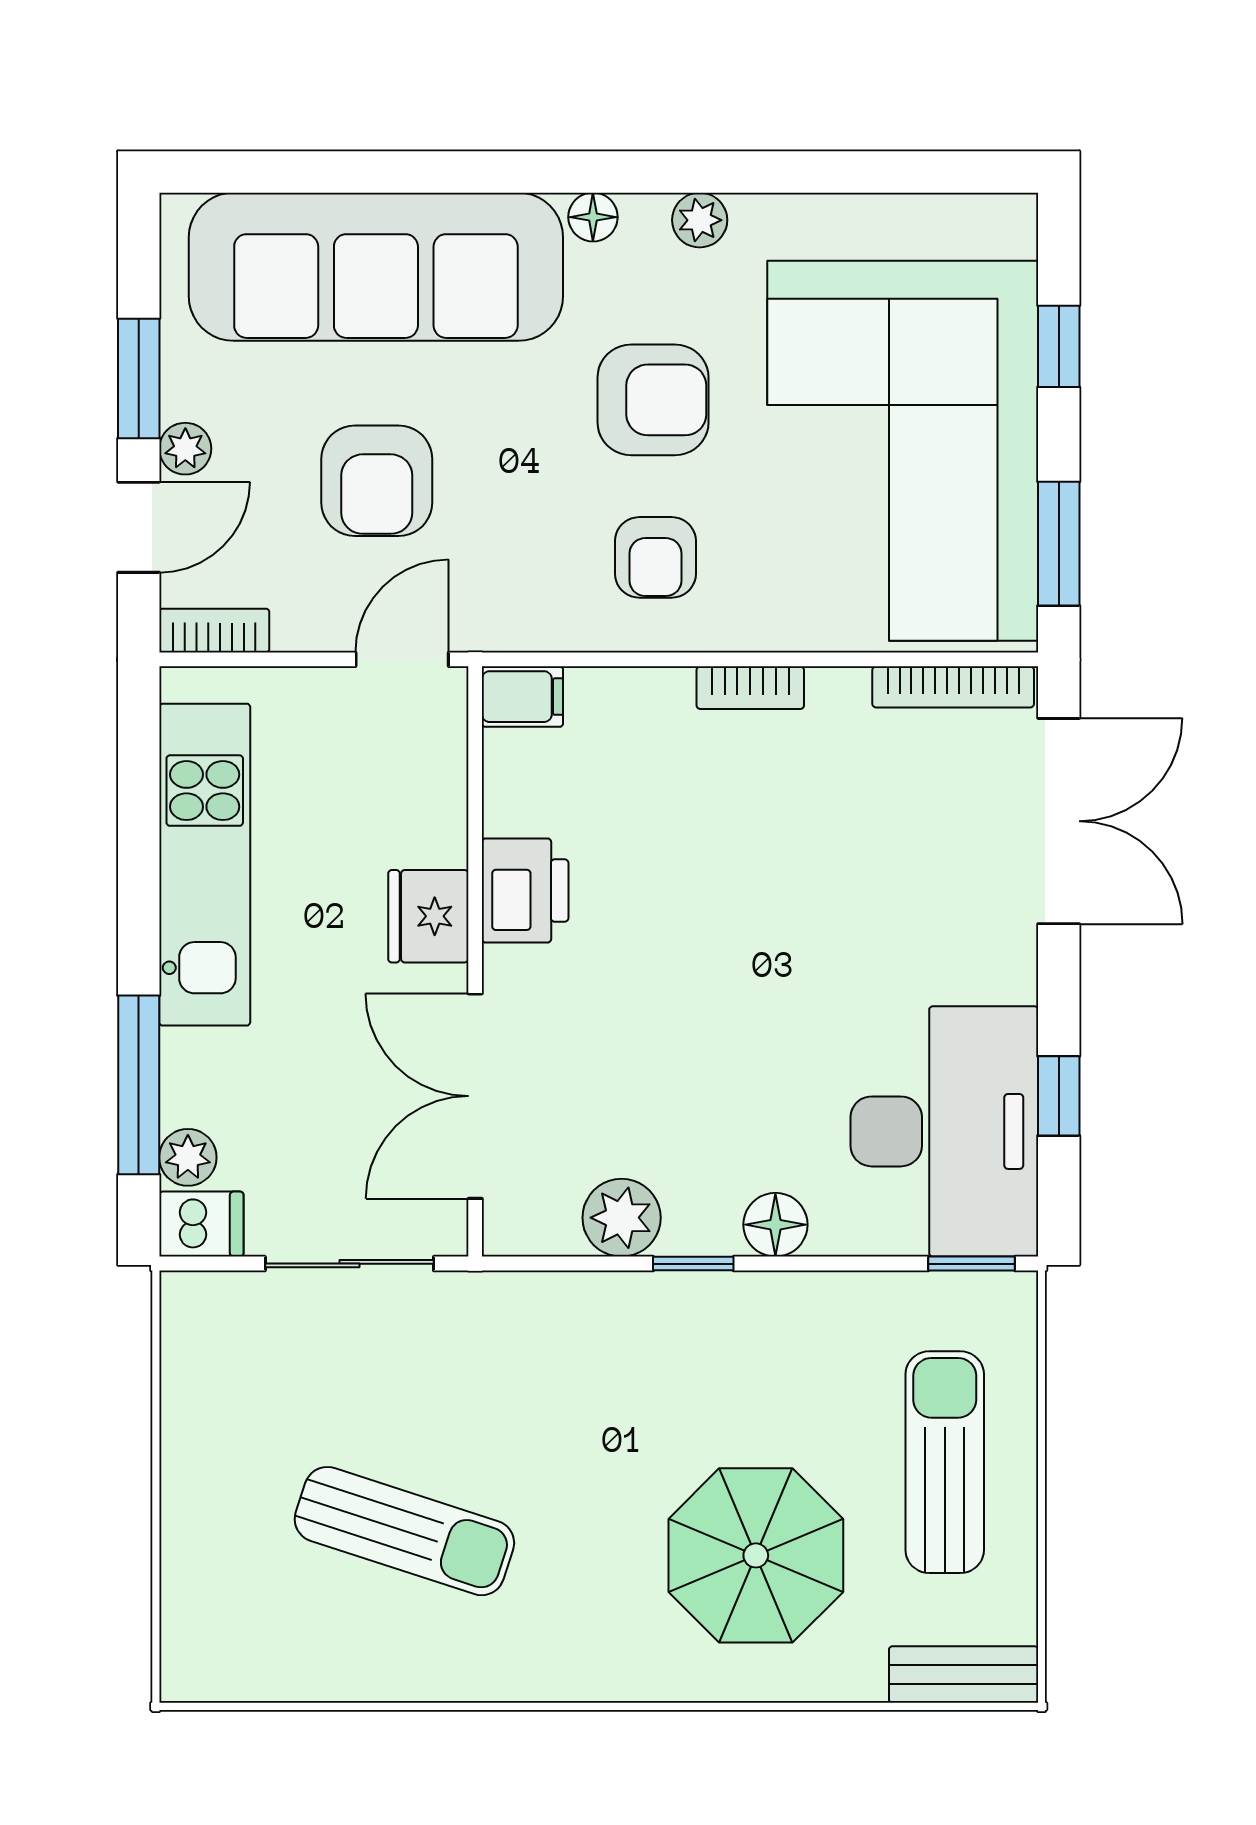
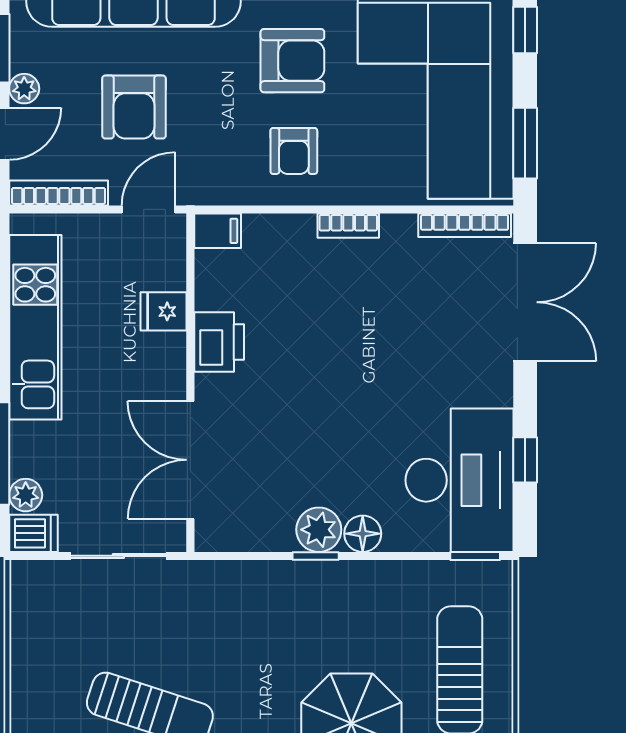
bookcase: (214, 631) -> (59, 193), width x1.56
fridge: (428, 916) -> (164, 311), moved, width x0.72
plant: (622, 1218) -> (319, 530), moved

